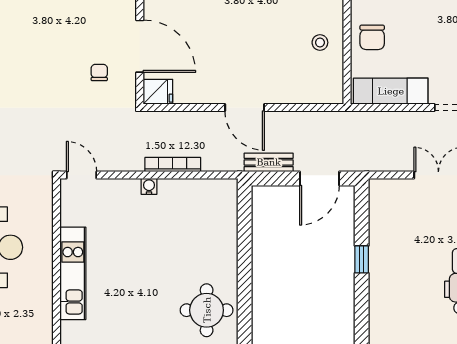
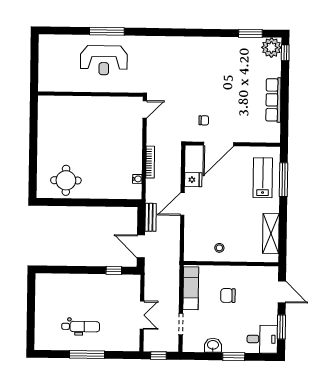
chair: (372, 37) -> (228, 295), moved
fridge: (158, 92) -> (193, 180), moved, turned -90
water cooler: (149, 186) -> (137, 179), moved
window: (362, 259) -> (114, 270), moved
kitchen unit: (73, 273) -> (88, 104), removed

